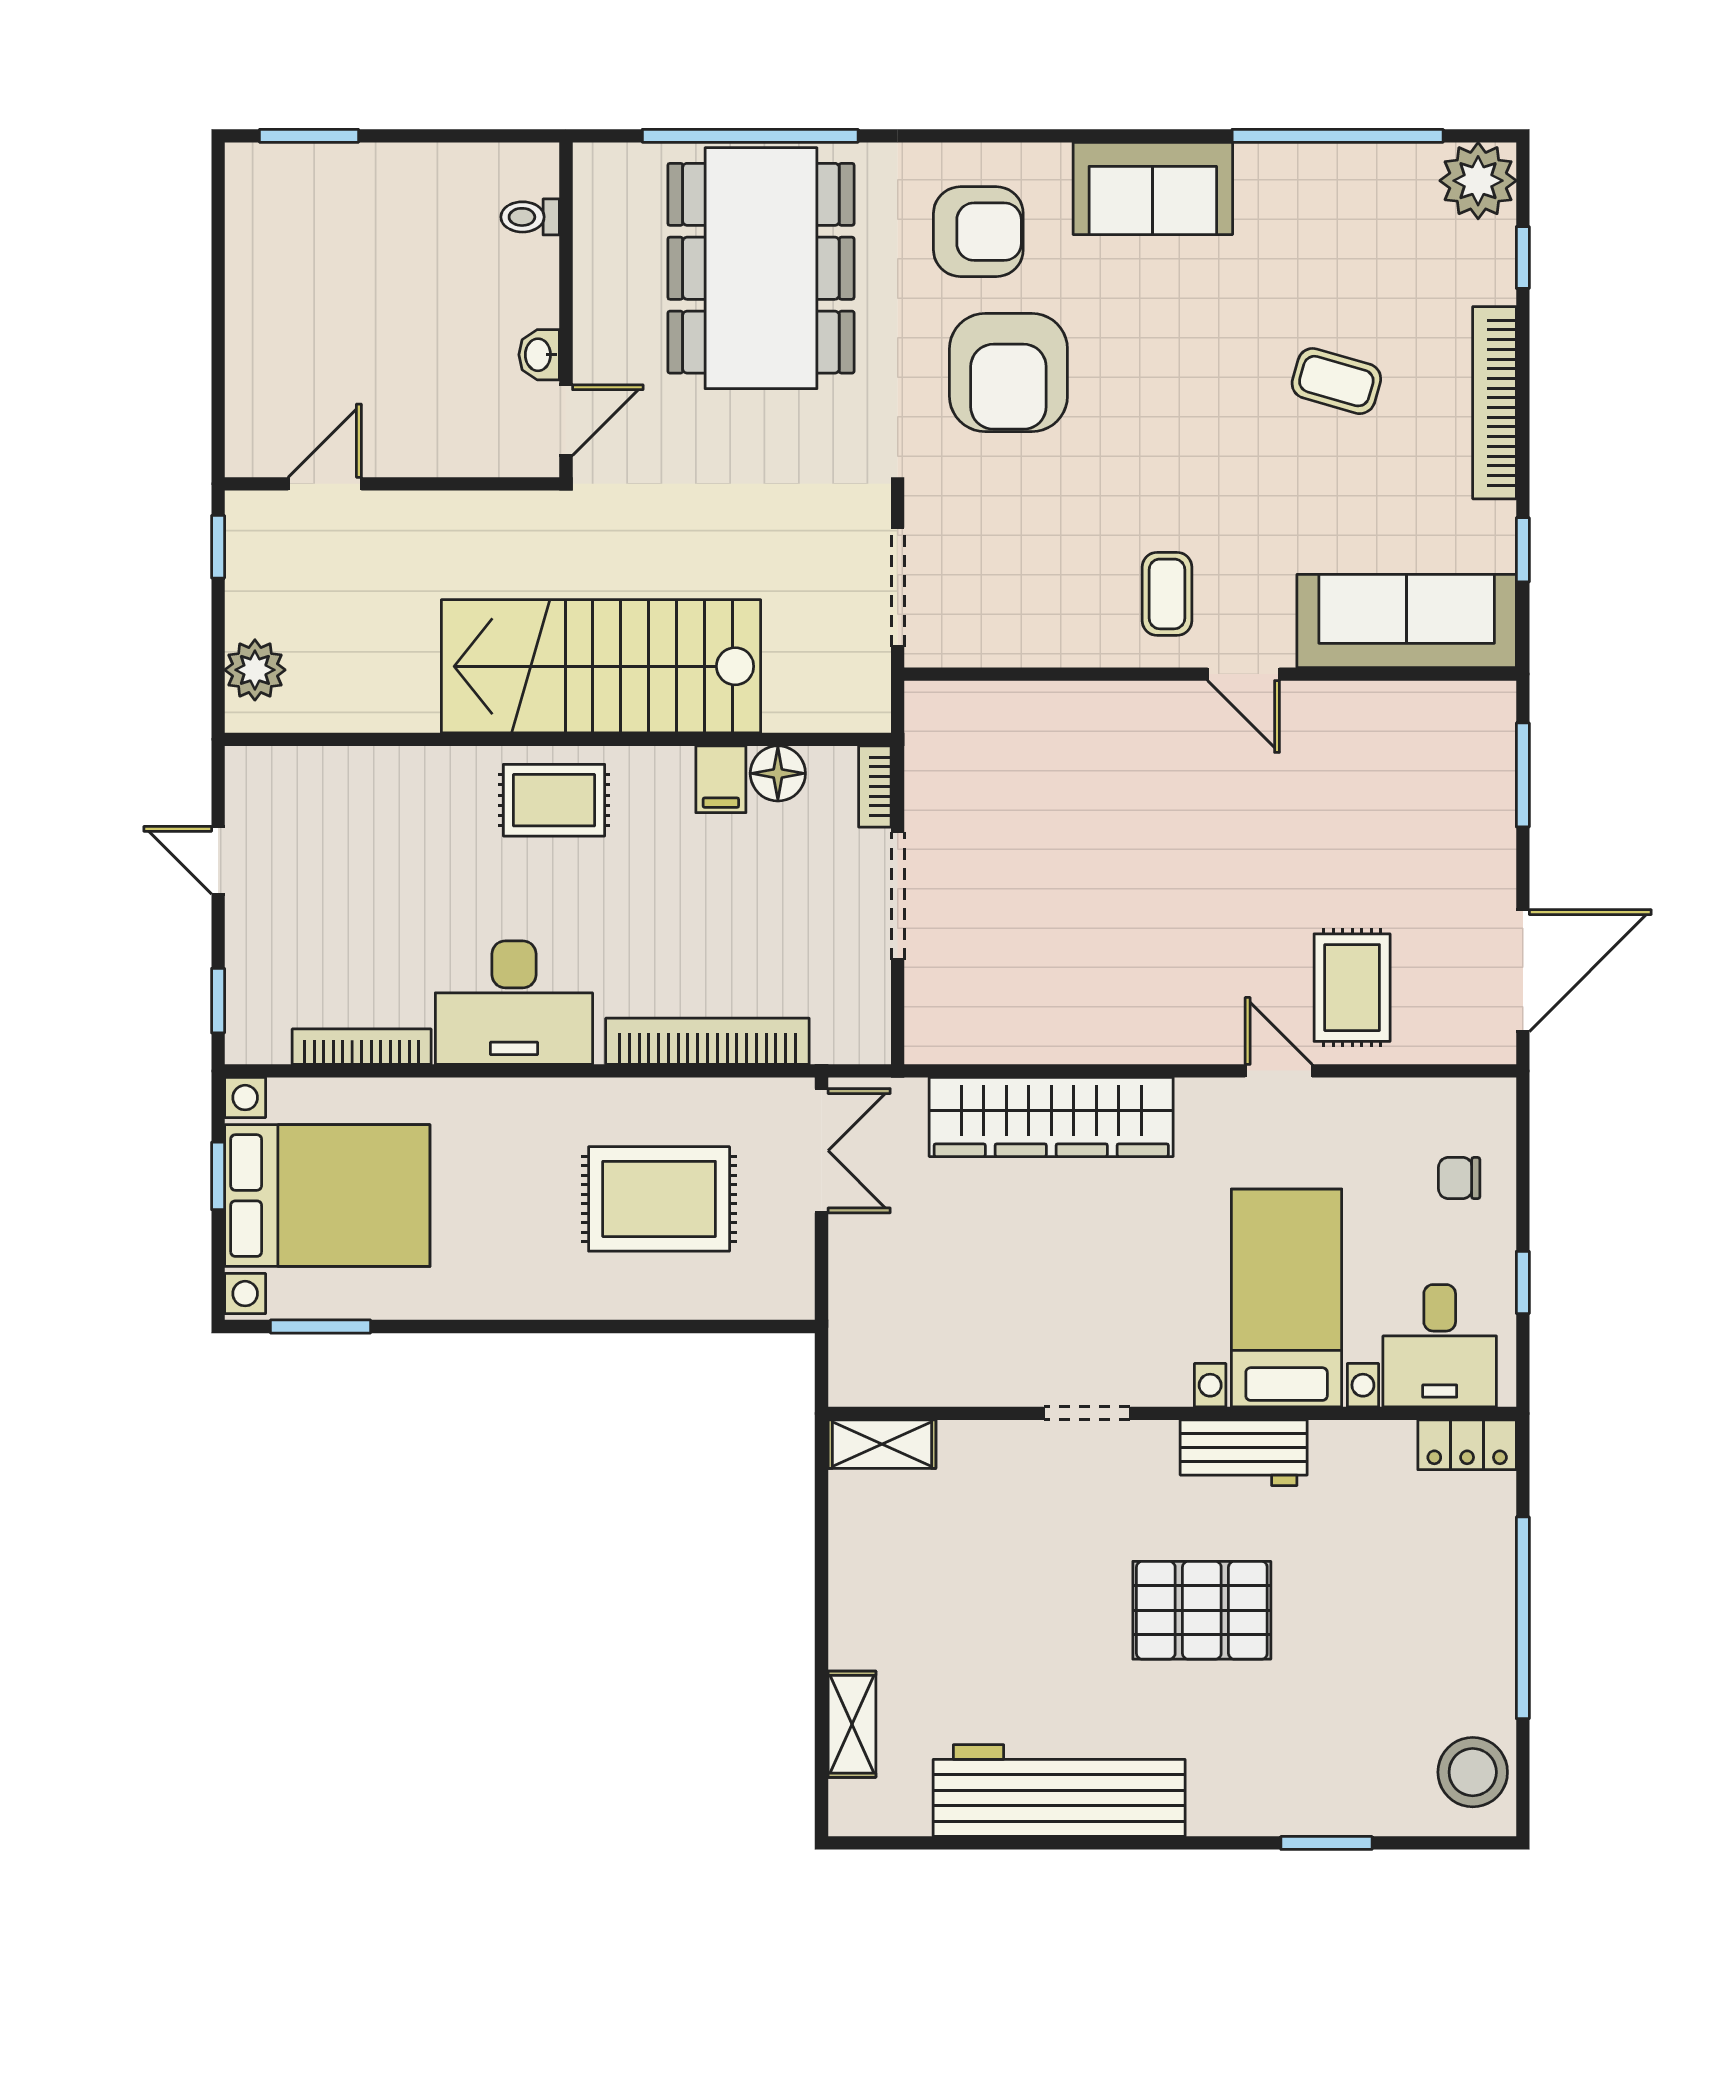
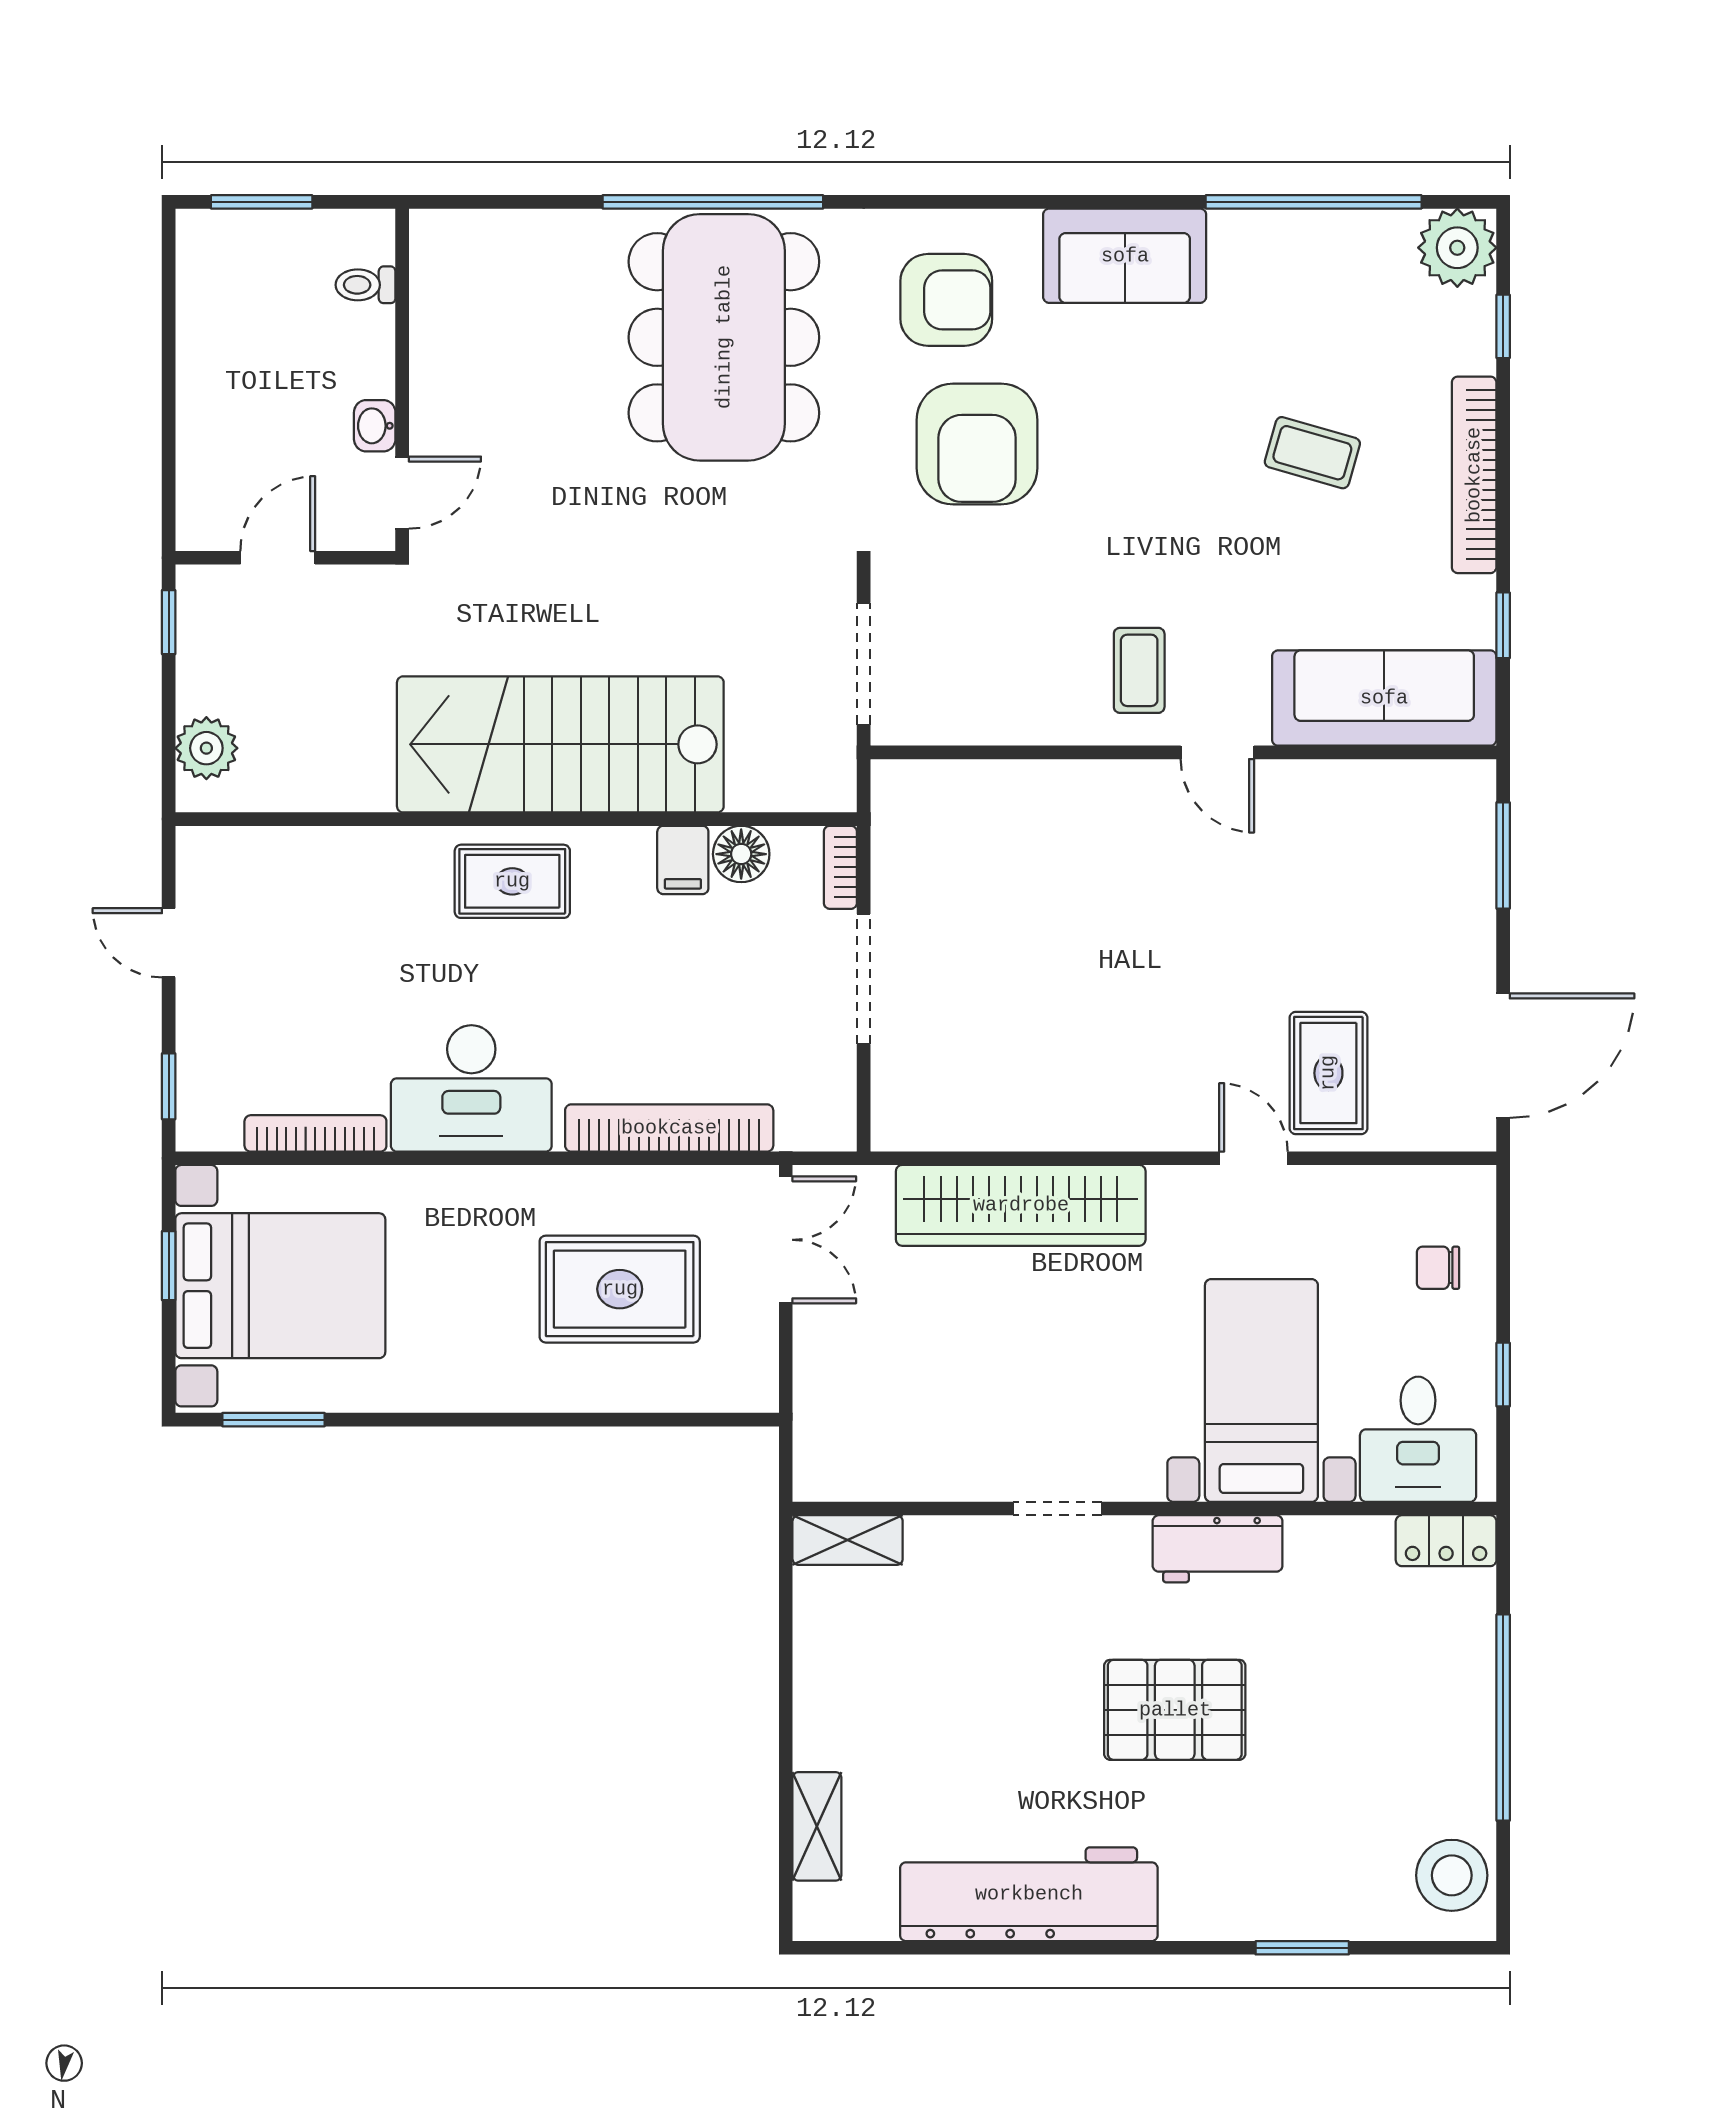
toilet: (530, 217) -> (366, 285), moved
wall: (566, 310) -> (402, 380), moved
washbasin: (539, 355) -> (375, 426), moved
door: (566, 420) -> (402, 493), moved

